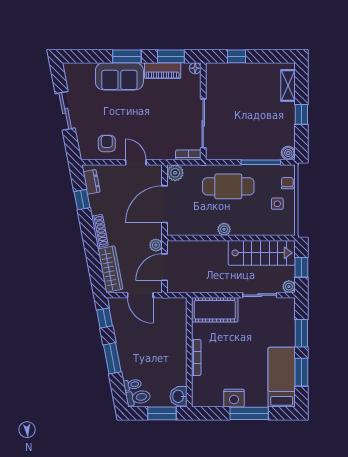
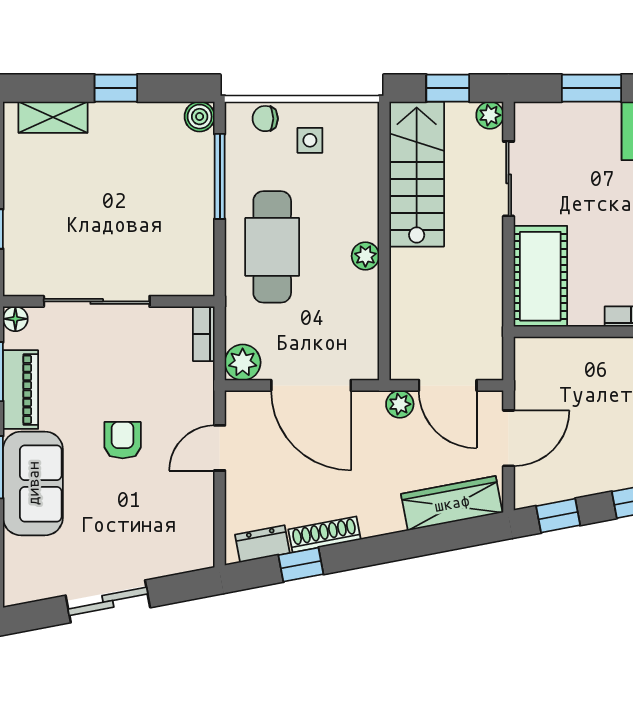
sliding door: (203, 123) -> (97, 301), moved
armchair: (107, 144) -> (123, 440), moved, turned 90
shoe rack: (100, 231) -> (324, 534), moved

